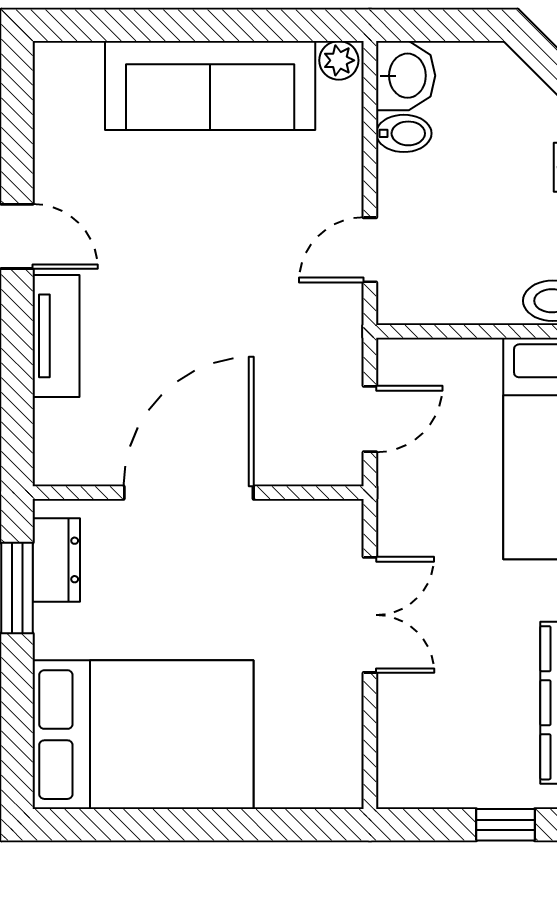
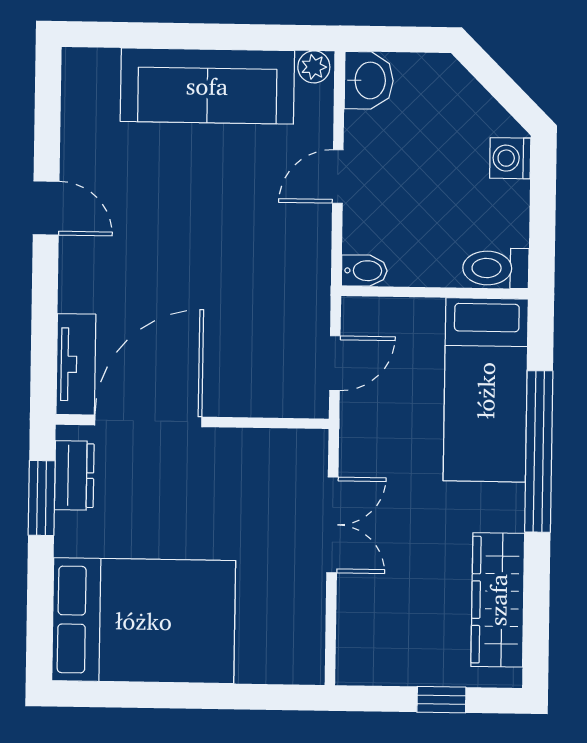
bidet: (404, 133) -> (364, 271), moved
door: (370, 250) -> (338, 177), moved
tv unit: (56, 336) -> (76, 364), moved
door: (189, 493) -> (148, 421), moved

